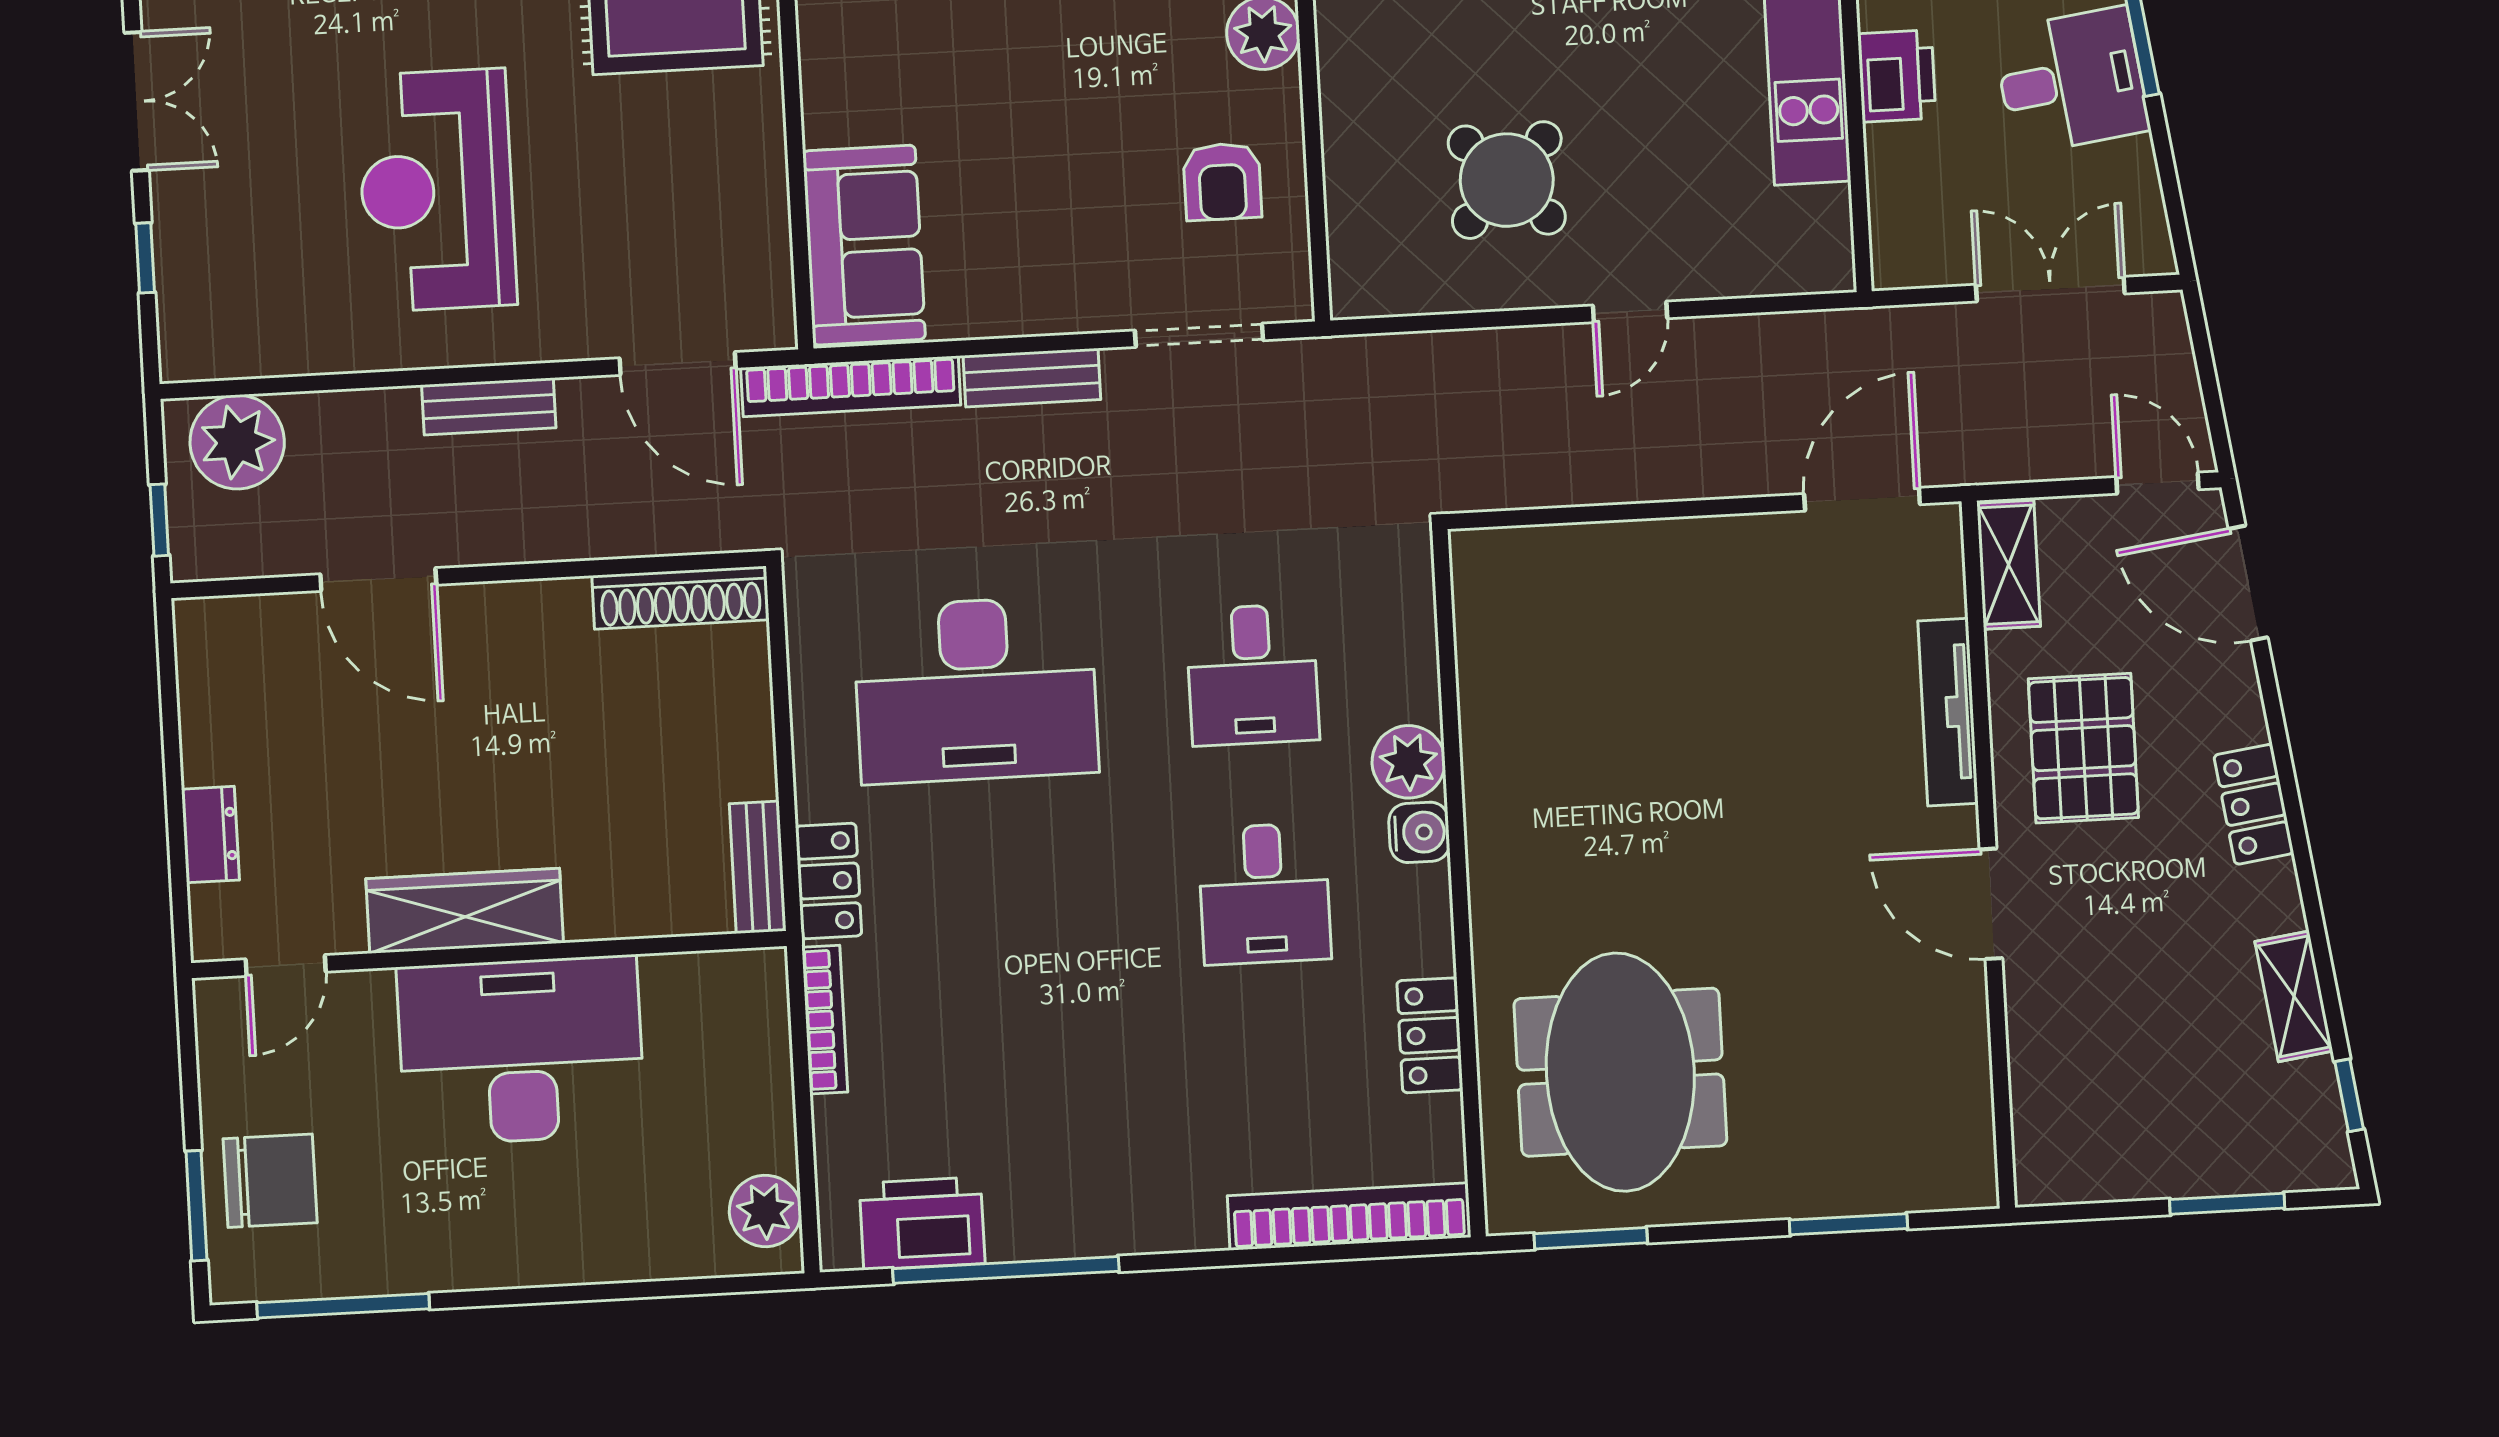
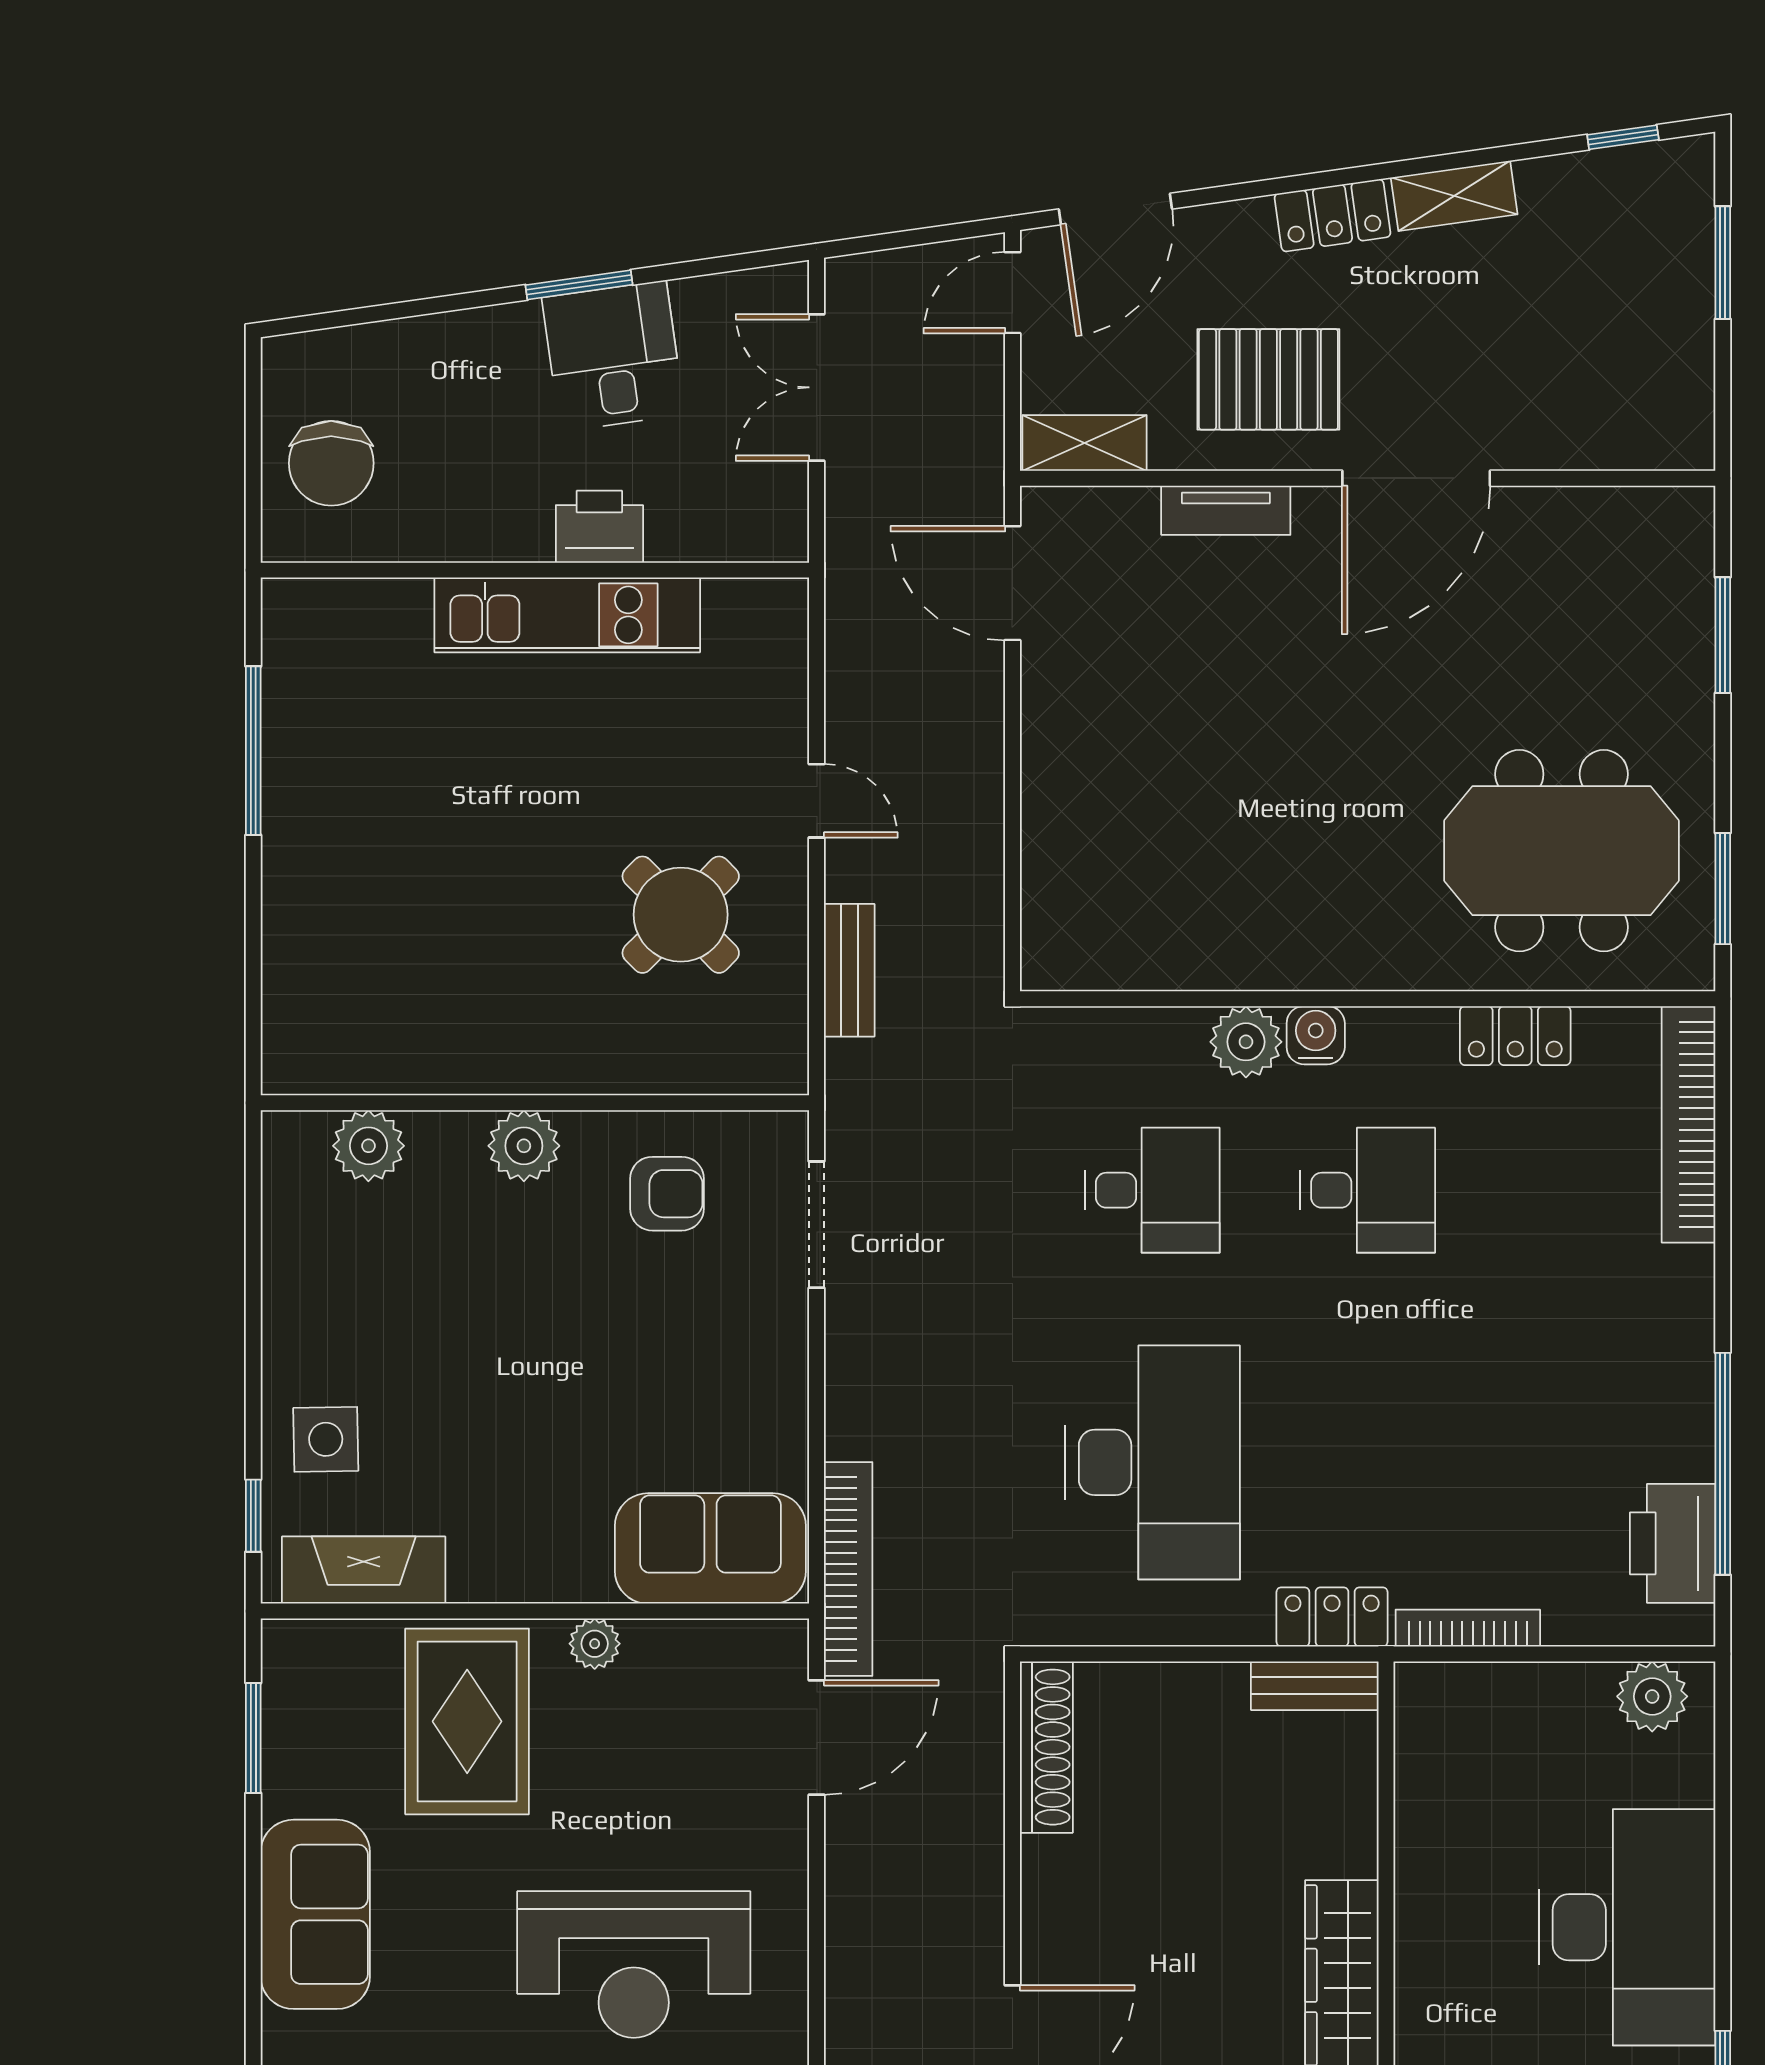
plant: (761, 133) -> (595, 1644), added
bench: (1032, 378) -> (849, 970), moved
bench: (489, 406) -> (849, 1925), removed
tv unit: (1948, 712) -> (1226, 510), width x0.71
door: (1991, 904) -> (1416, 478), width x1.36
shelving: (2294, 996) -> (1454, 196), moved
desk: (521, 1050) -> (1627, 1927), moved, turned 180

